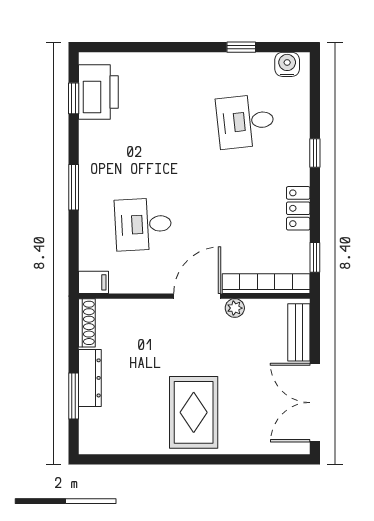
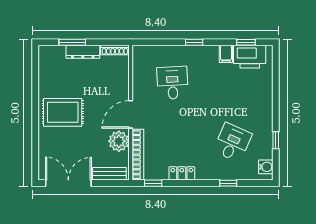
desk: (245, 121) -> (232, 143), turned 30
window: (315, 153) -> (228, 183), moved
window: (74, 187) -> (194, 42), width x0.67
filing cabinet: (93, 282) -> (226, 54), moved
door: (197, 296) -> (131, 114), swing flipped
plant: (235, 308) -> (119, 141), width x1.88, depth x1.88

